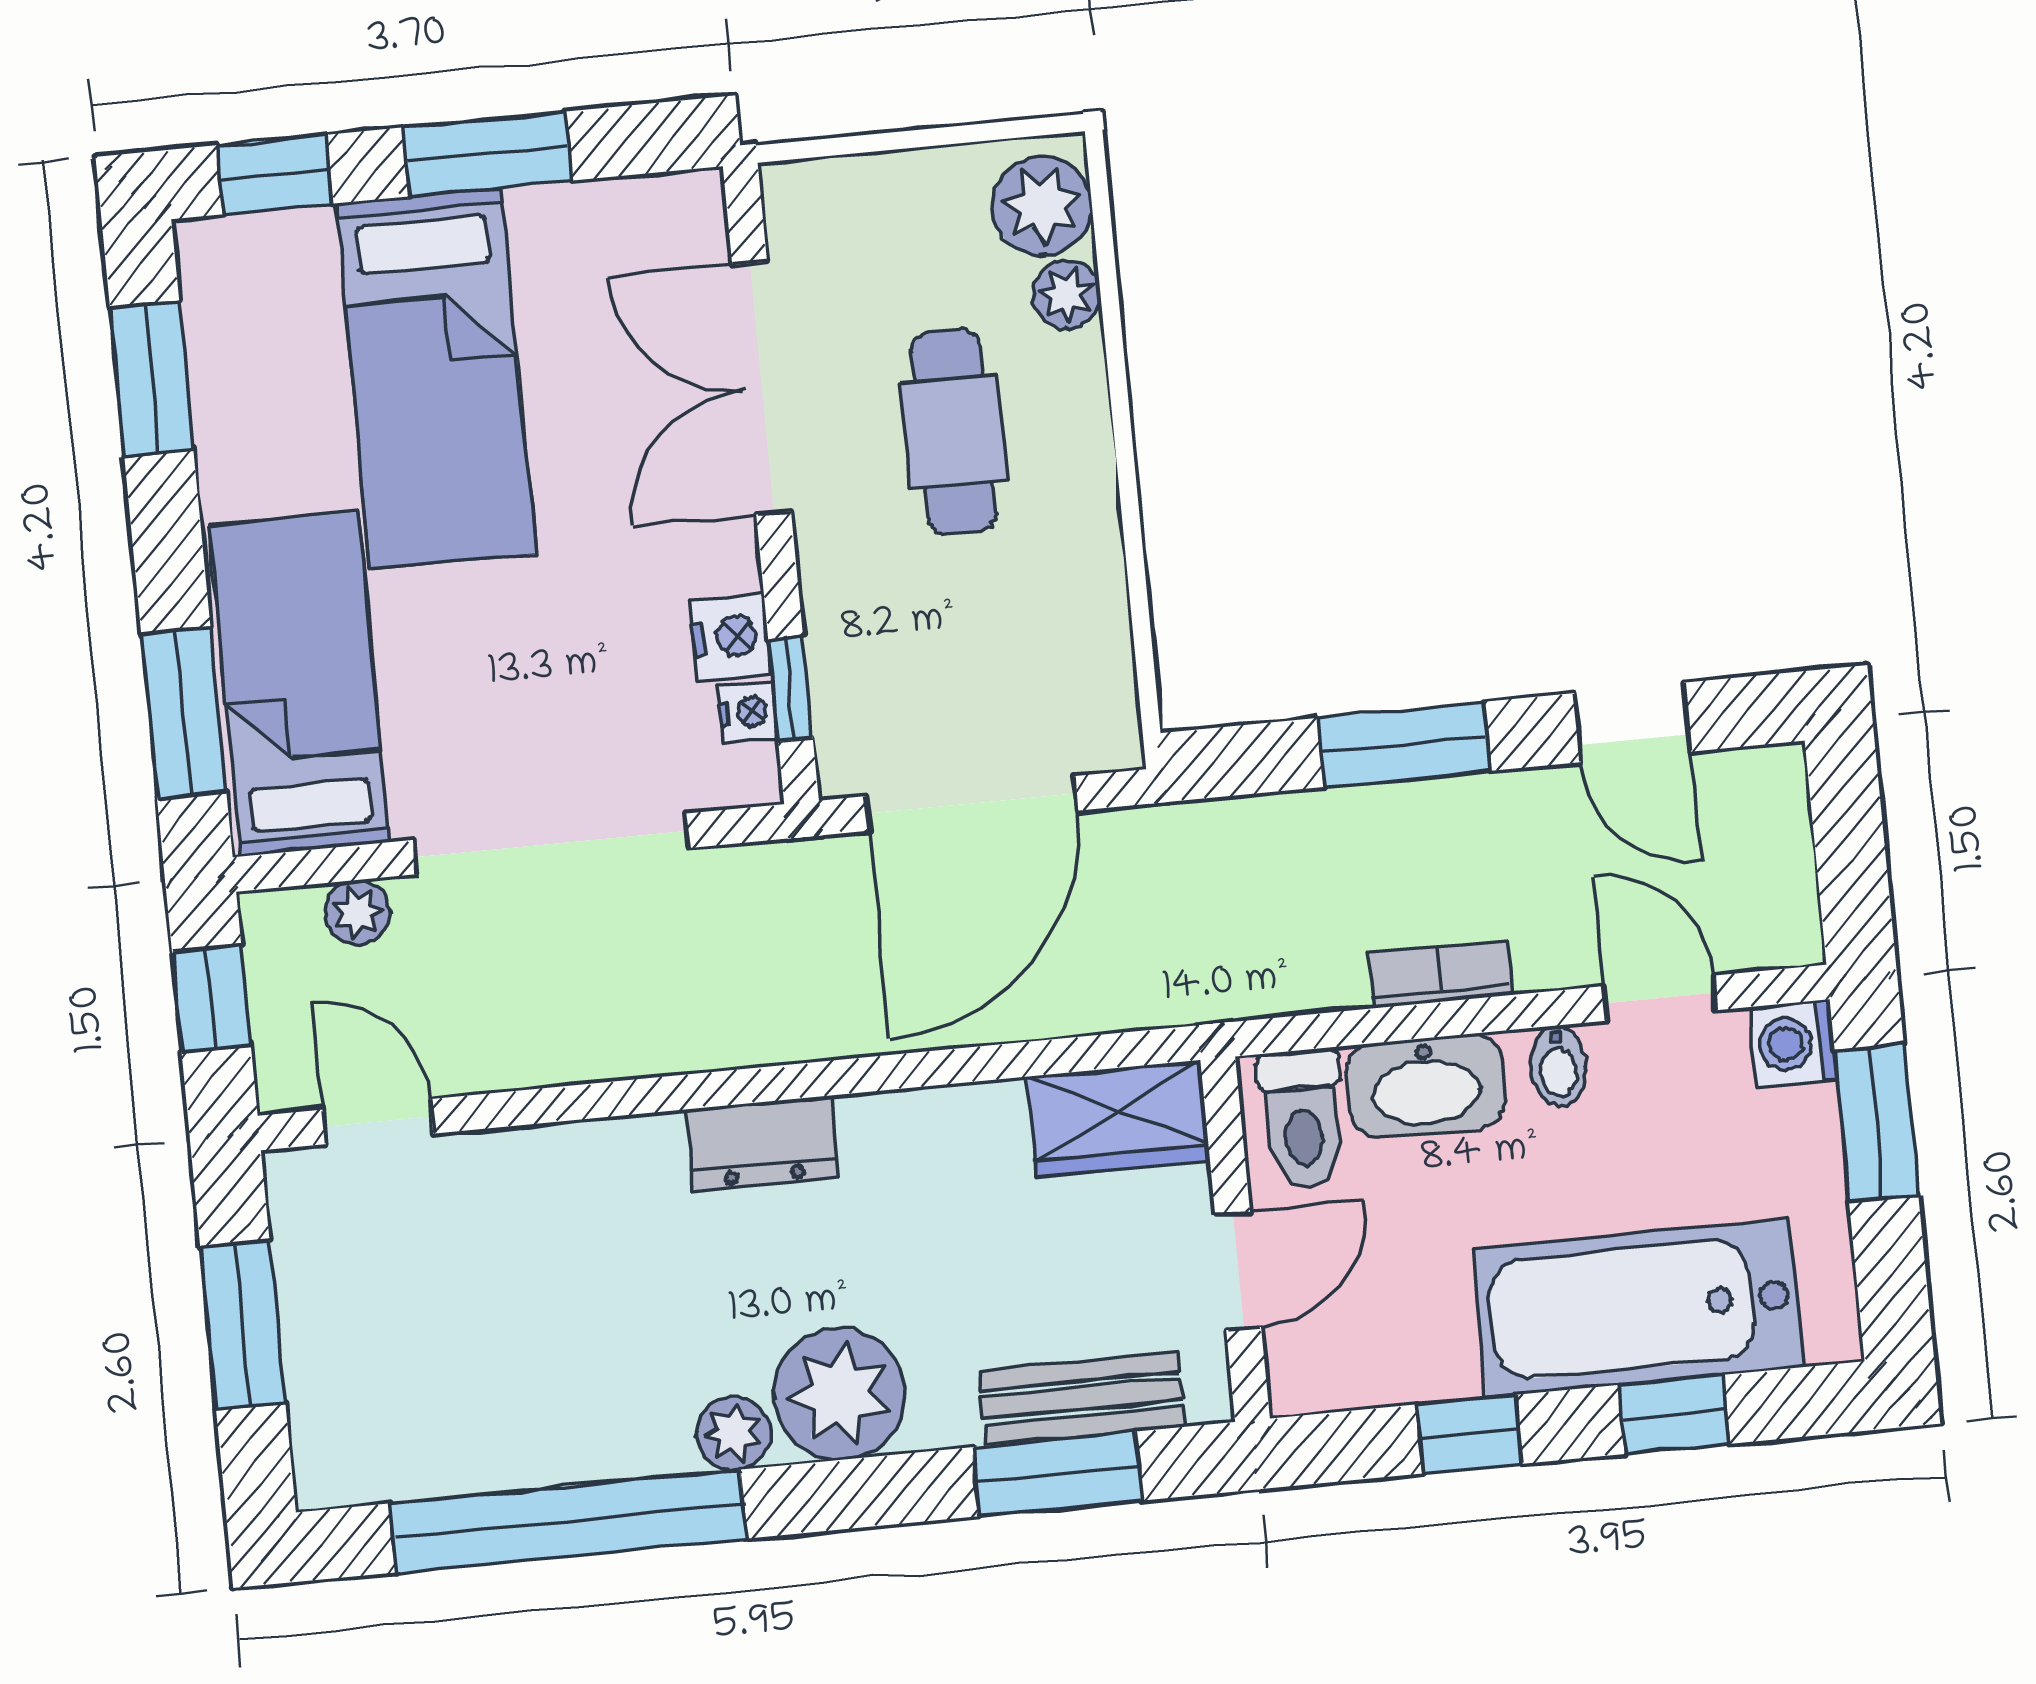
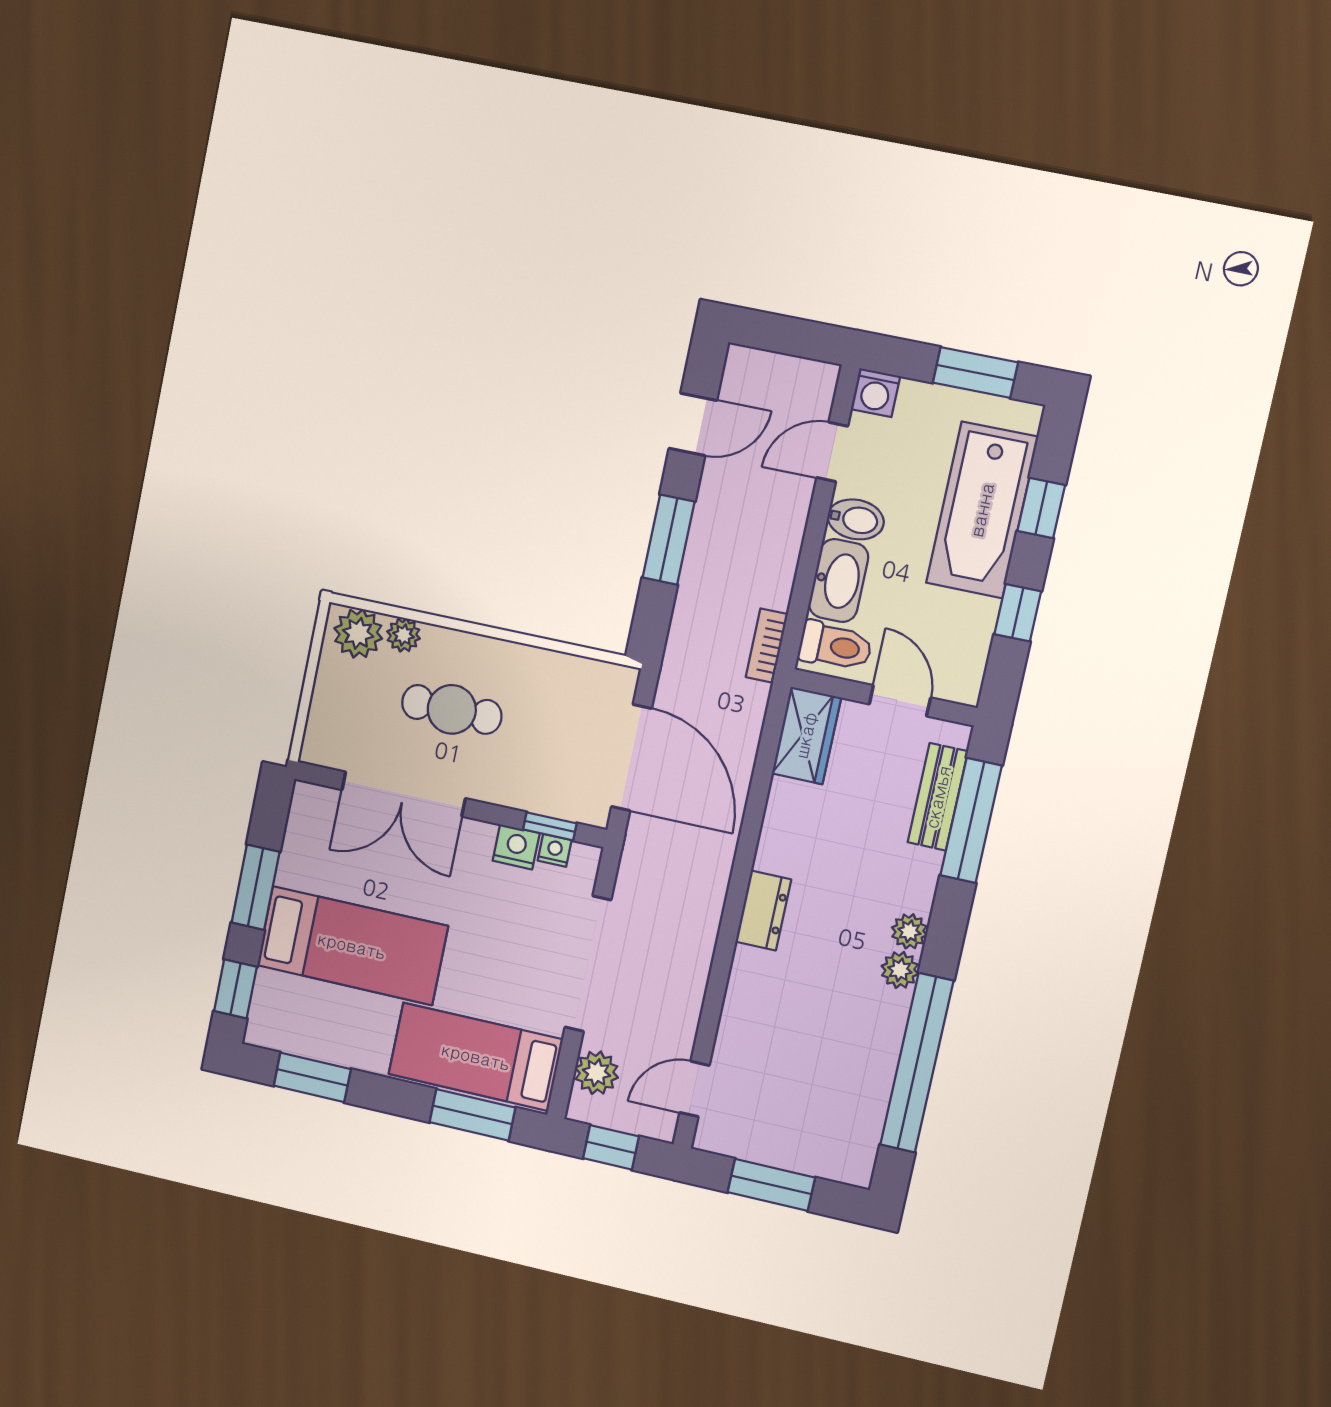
plant: (357, 912) -> (596, 1073), width x1.38, depth x1.38
bookcase: (1441, 974) -> (767, 646), moved
bidet: (1558, 1066) -> (856, 519), width x1.38, depth x1.36
window: (1876, 1123) -> (975, 372), moved
plant: (840, 1394) -> (909, 931), width x0.53, depth x0.53
window: (1057, 1474) -> (971, 821), width x1.44

